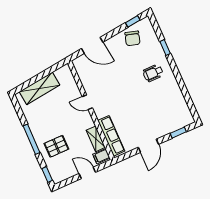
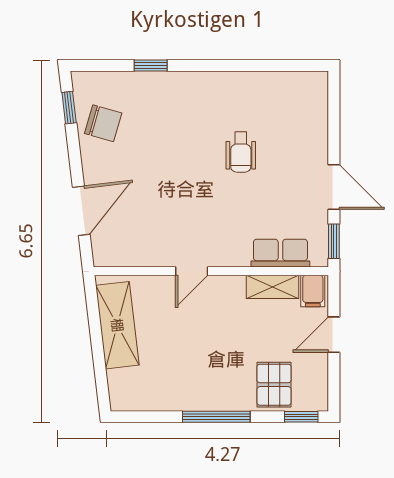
wheelchair: (153, 73) -> (241, 152), moved
shelving: (40, 88) -> (117, 325), moved
window: (178, 133) -> (334, 241), moved
row of seats: (111, 136) -> (280, 253), width x0.68
pallet: (56, 146) -> (274, 385), moved

